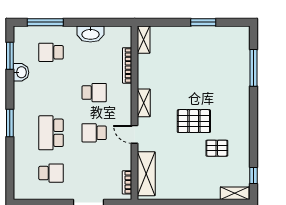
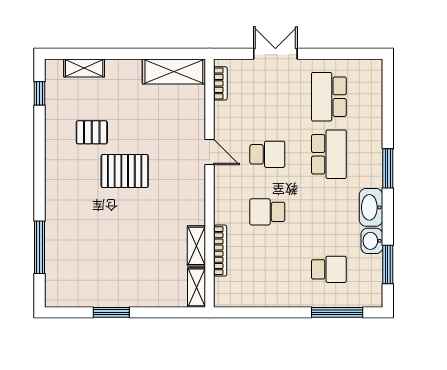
washbasin: (90, 34) -> (371, 207), moved, turned -90
shelving: (144, 103) -> (196, 246), moved
school desk: (51, 173) -> (329, 97), width x1.85
shelving: (146, 174) -> (174, 71), moved, turned 90
shelving: (235, 193) -> (84, 68), moved

